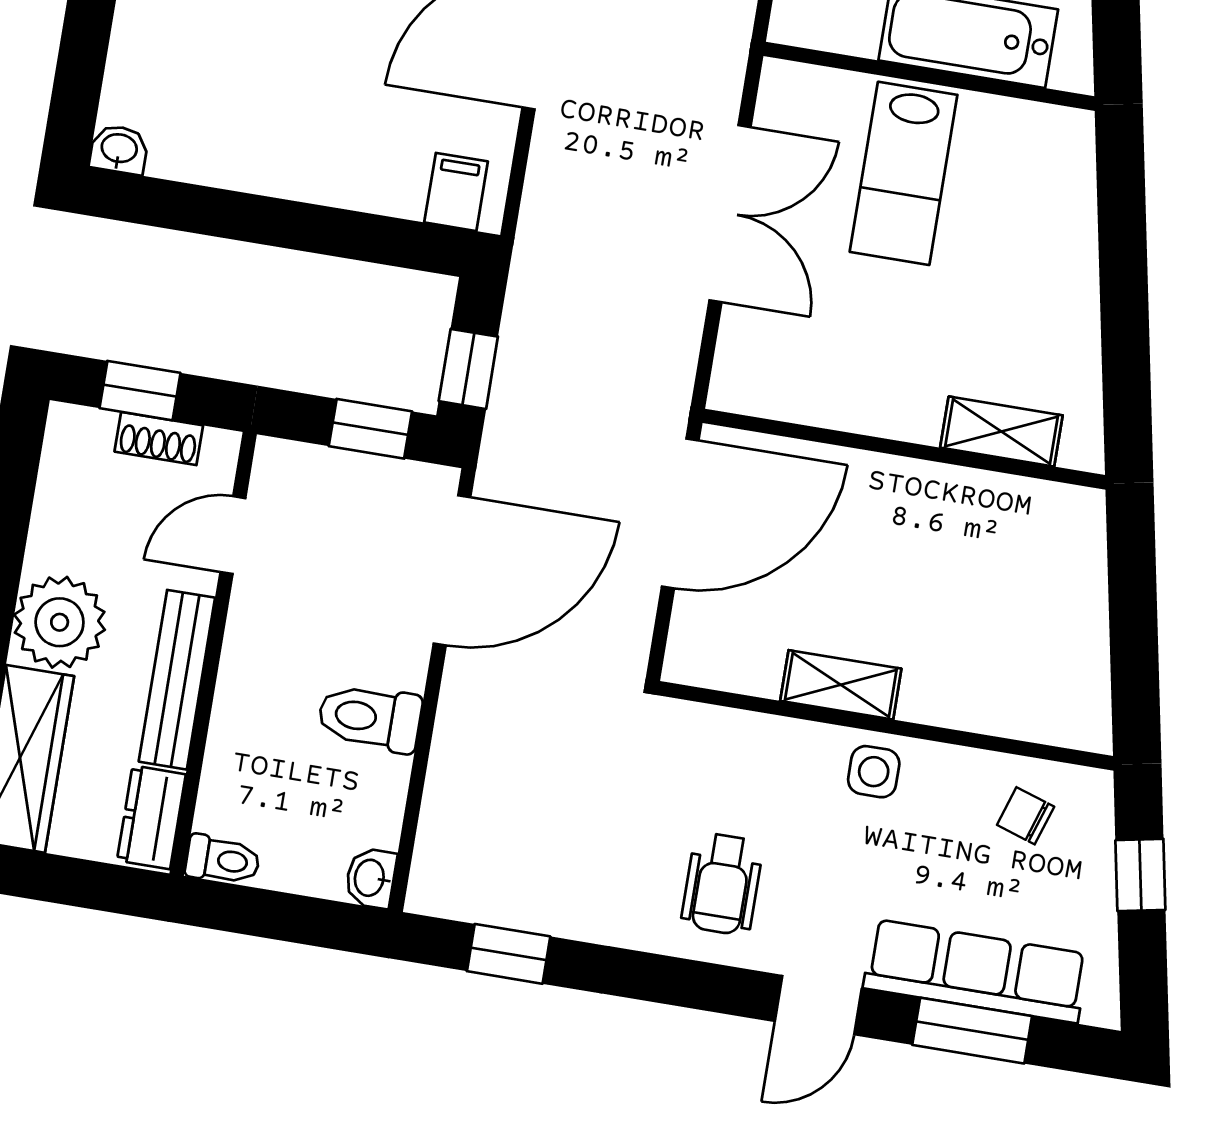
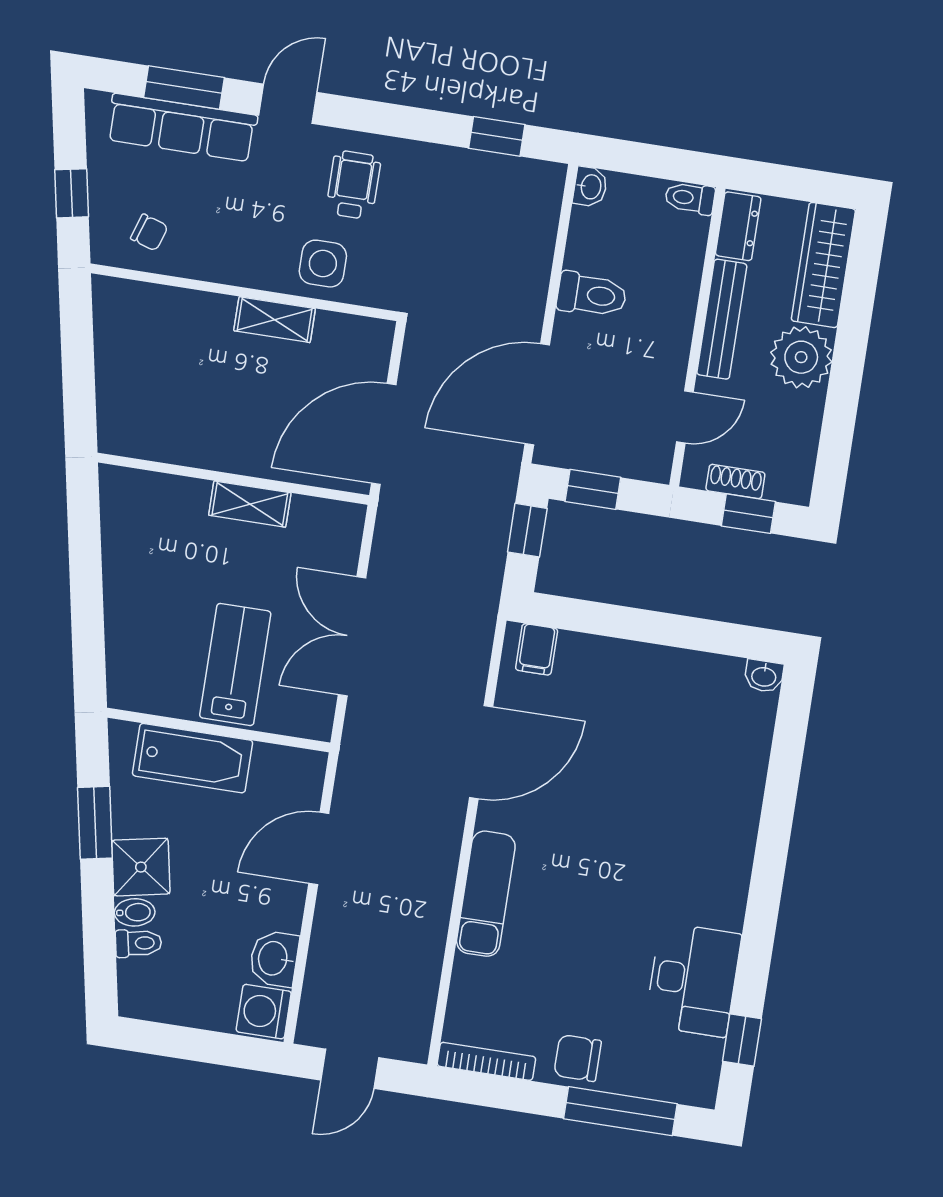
shelving: (1001, 431) -> (250, 504), moved
side table: (874, 772) -> (323, 264), moved, width x1.37, depth x1.37

